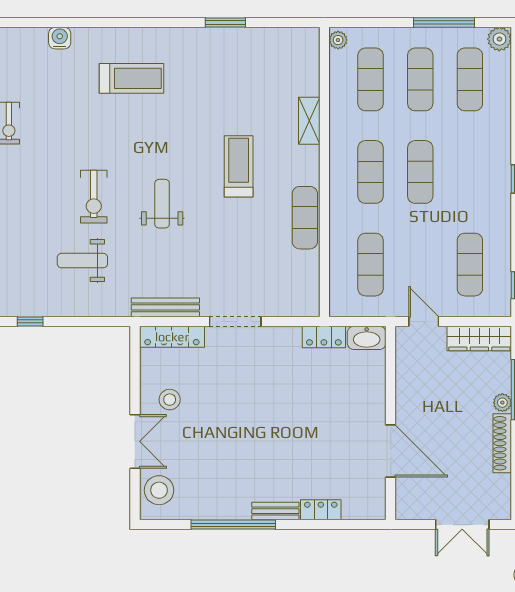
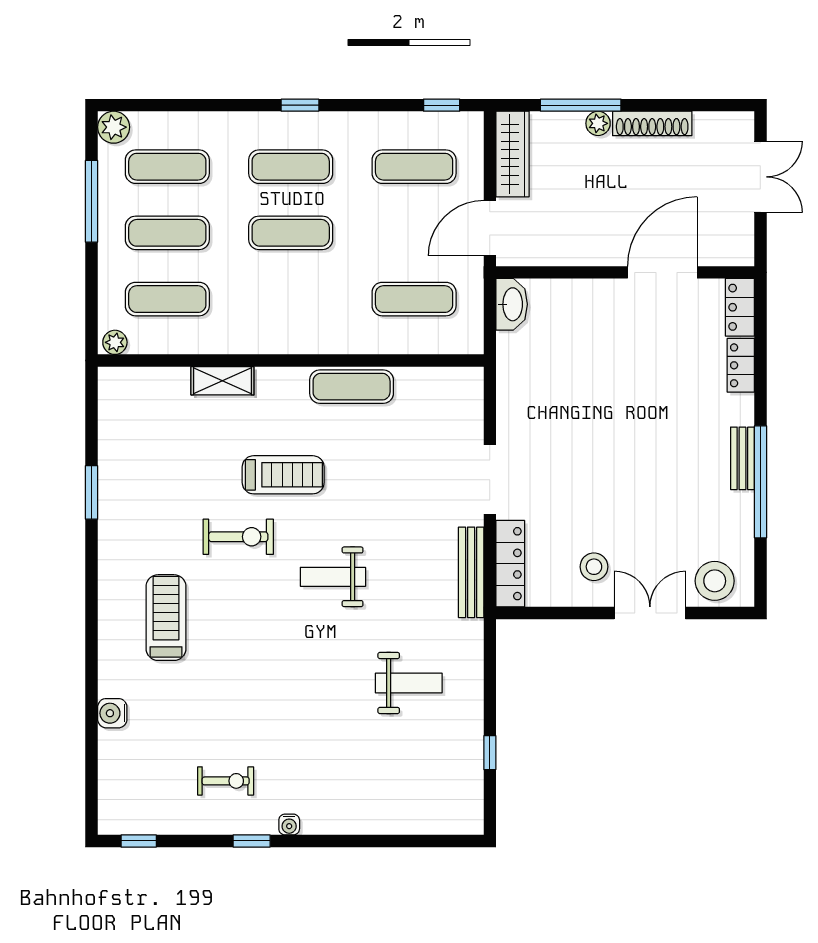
treadmill: (239, 166) -> (283, 475), turned 180
exercise mat: (371, 172) -> (291, 167), moved
exercise bike: (94, 197) -> (238, 537), moved
weight bench: (82, 261) -> (409, 683), turned -90
door: (424, 321) -> (490, 228), width x1.38
locker: (324, 337) -> (740, 307), moved, turned 180
bench: (275, 511) -> (742, 458), moved

